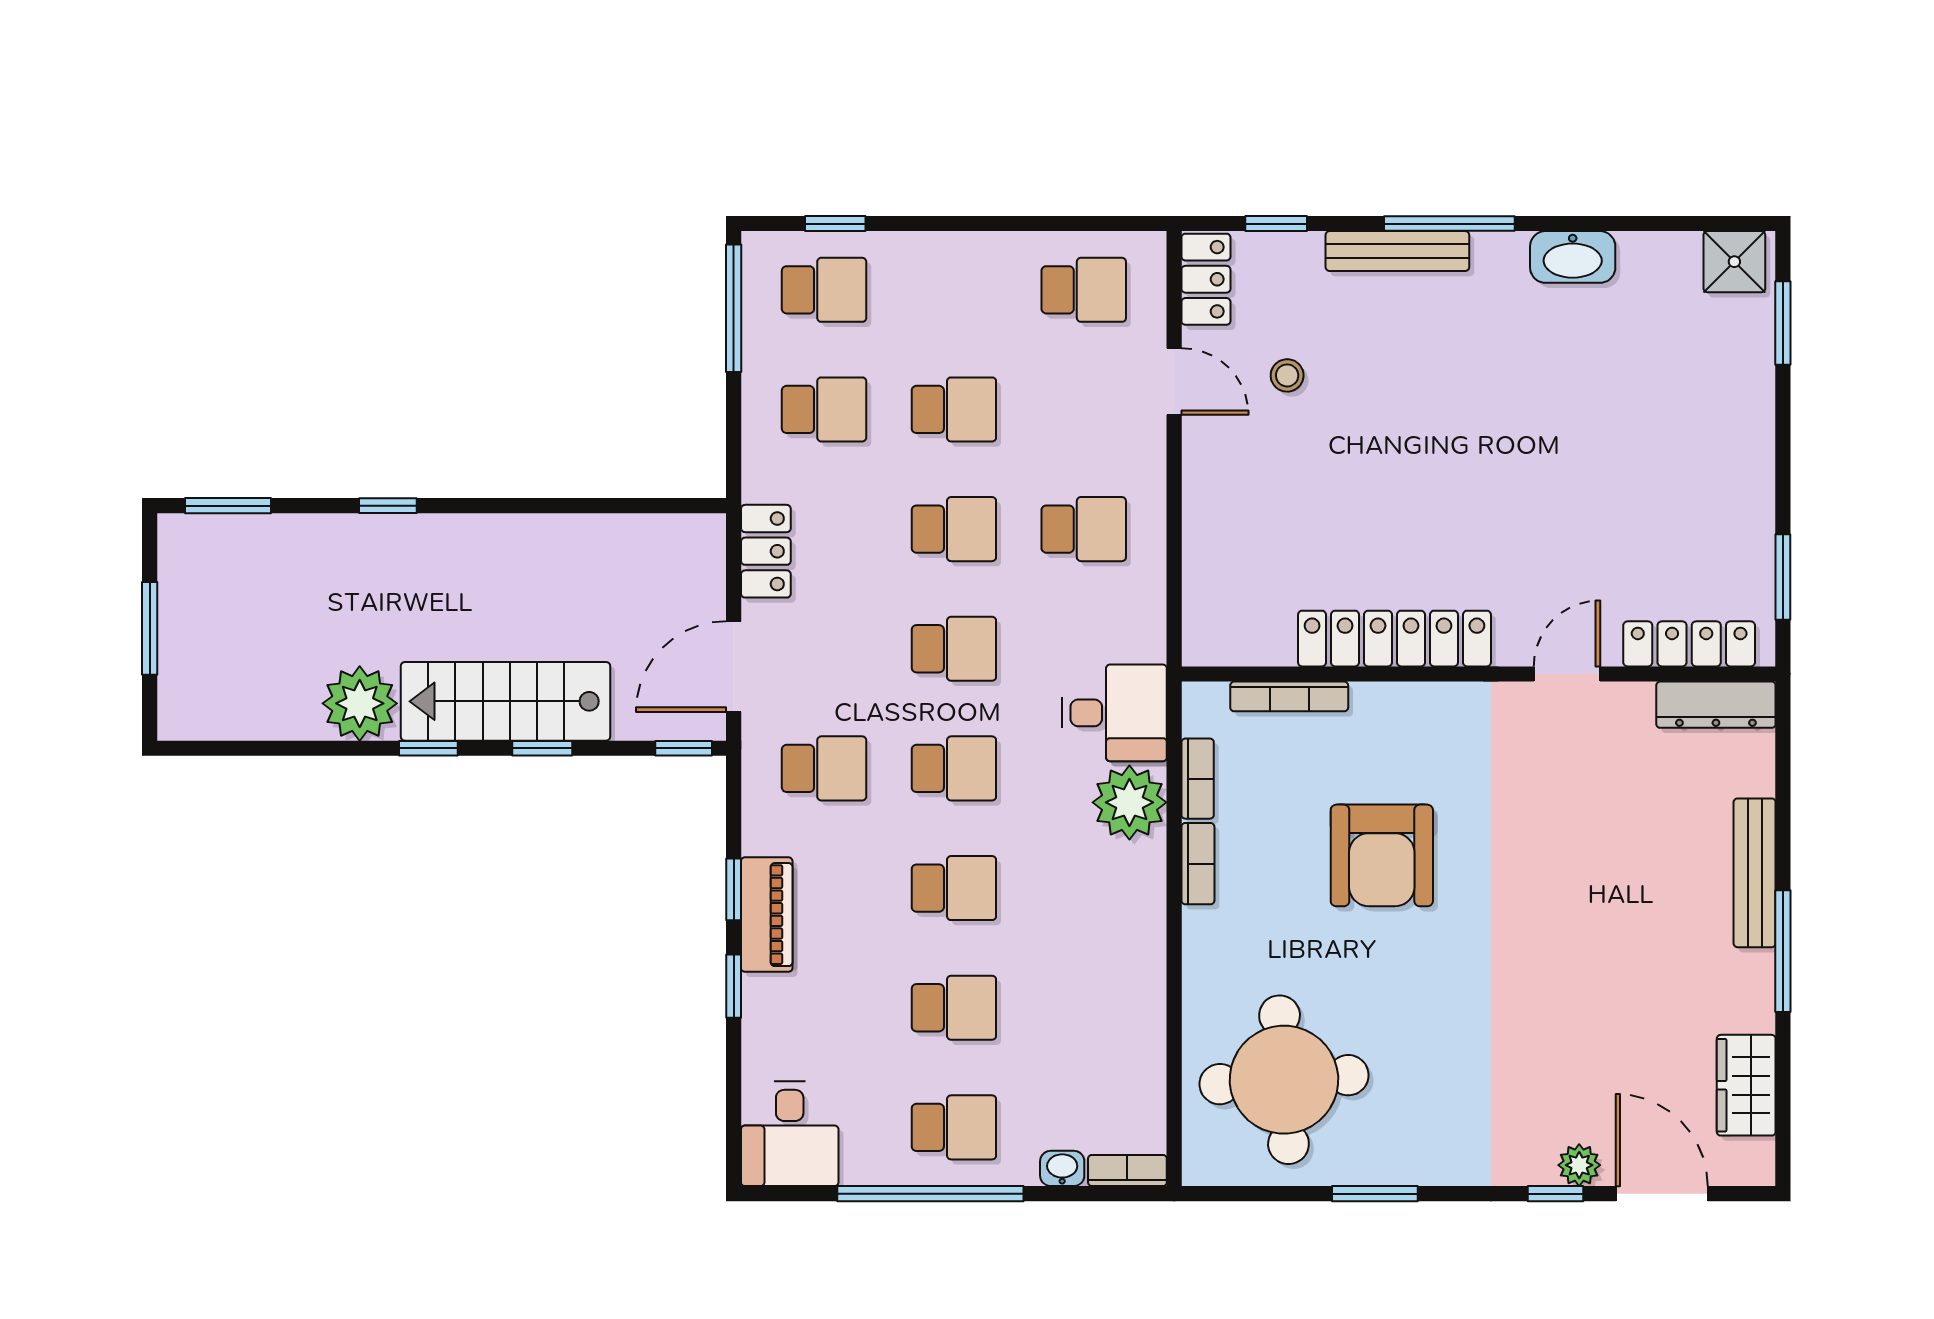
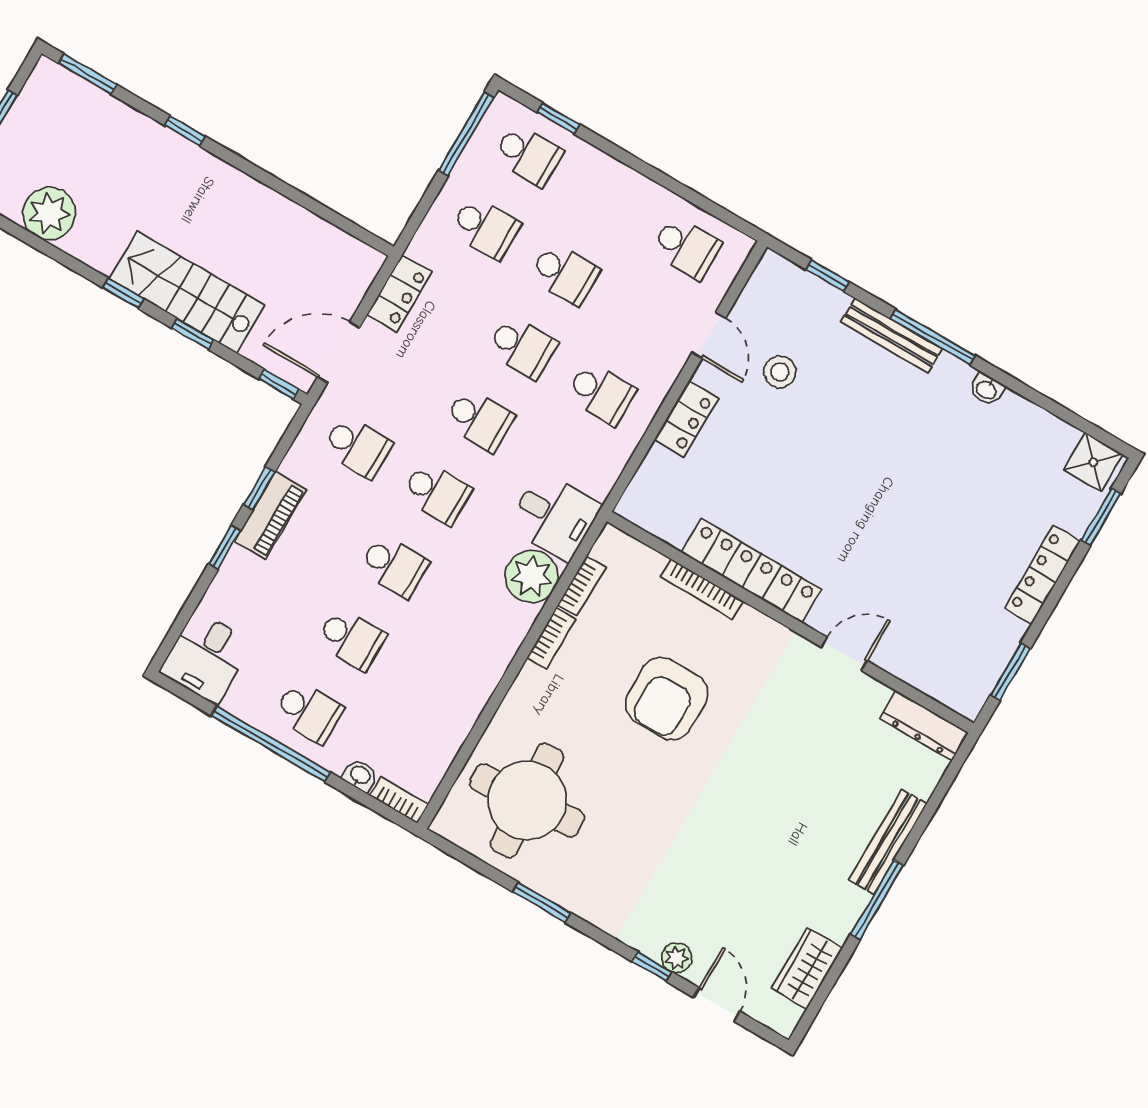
washbasin: (1573, 257) -> (987, 389), width x0.52, depth x0.69
locker: (1206, 279) -> (686, 419), moved
stool: (1287, 375) -> (780, 372), width x1.37, depth x1.37
locker: (1689, 644) -> (1042, 575), moved, turned -90
bookcase: (1289, 696) -> (702, 589), moved
plant: (360, 703) -> (49, 213), moved
door: (1662, 1194) -> (717, 1005), width x0.73

